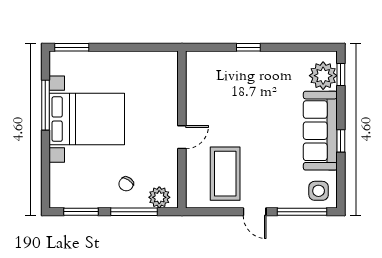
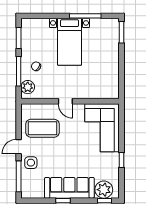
window: (248, 47) -> (122, 160), moved
corner sofa: (224, 78) -> (102, 128), added
bed with nightstands: (87, 119) -> (69, 42), width x0.73
side table: (319, 191) -> (31, 163), moved

